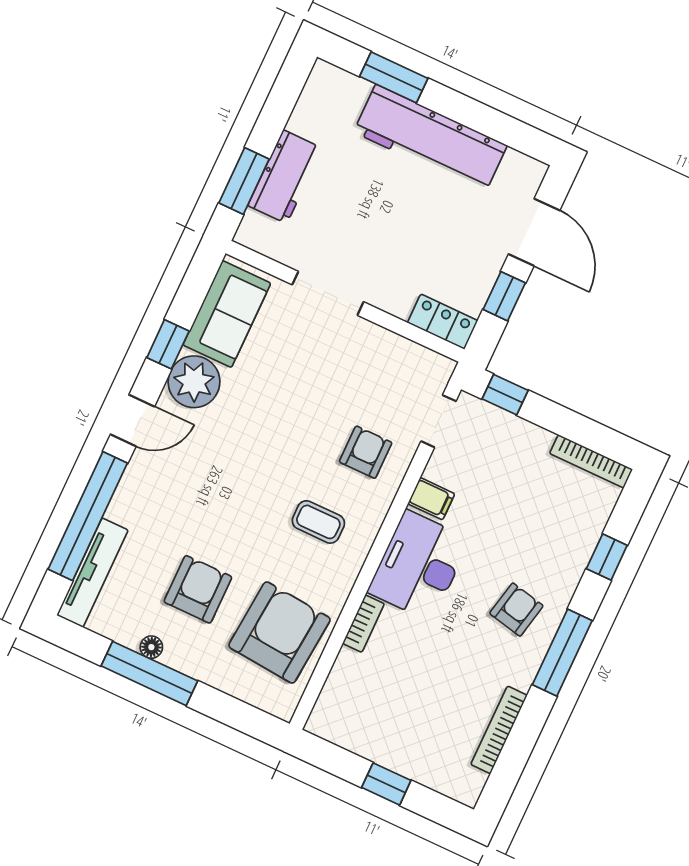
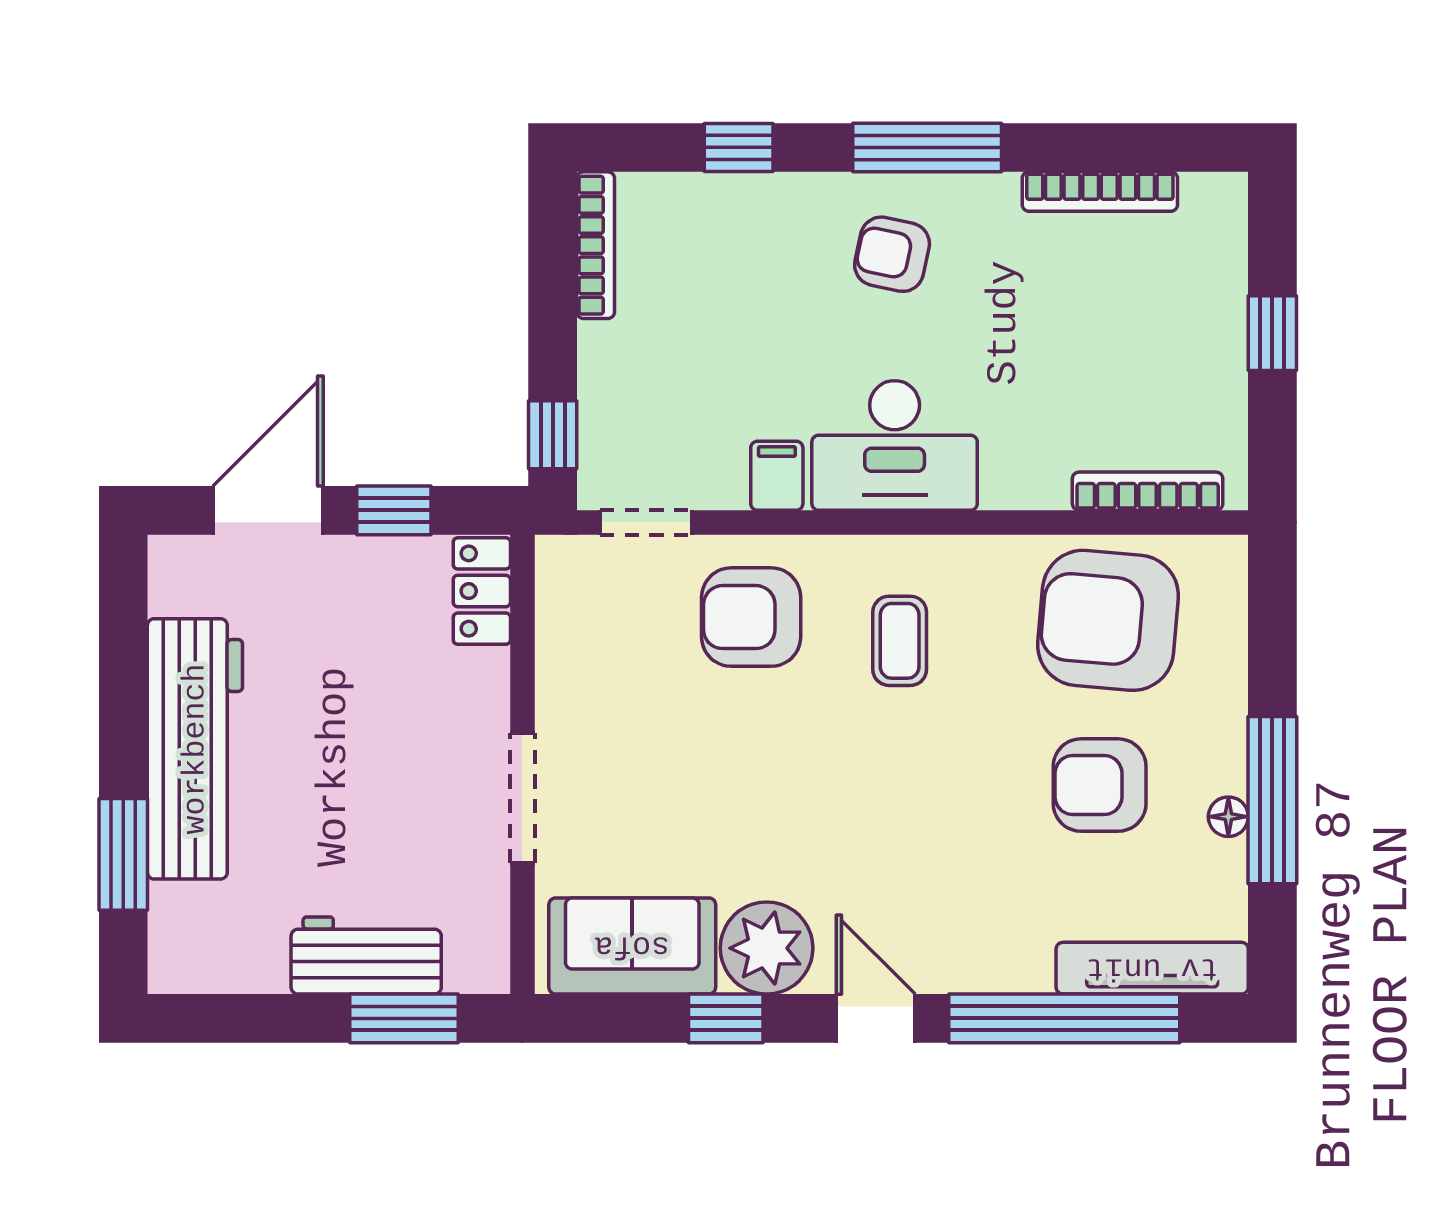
armchair: (366, 452) -> (751, 617), width x1.38, depth x1.38
bookcase: (363, 624) -> (1148, 491), moved, width x1.56

